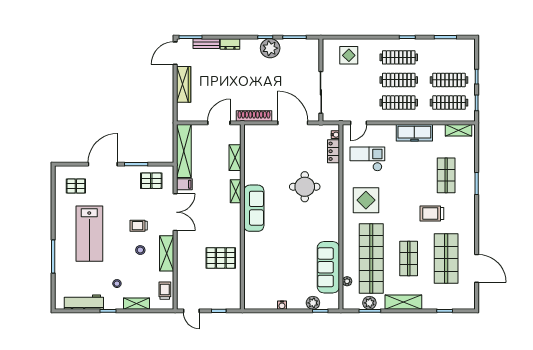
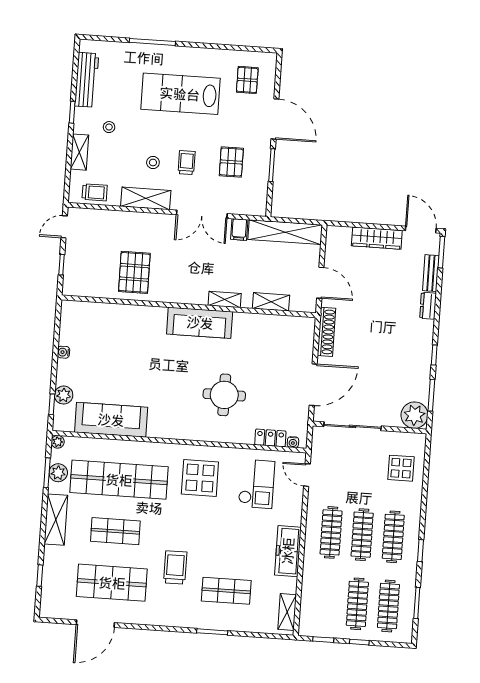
plant: (270, 48) -> (414, 415), moved
clothes rail: (449, 103) -> (388, 606), moved
pallet: (151, 181) -> (231, 162), moved
plant: (347, 281) -> (58, 442), moved

